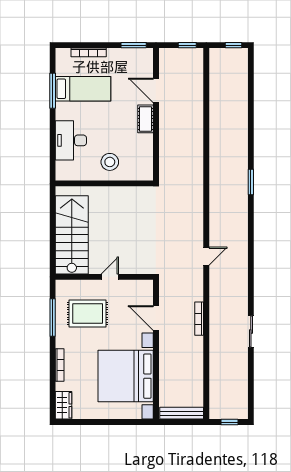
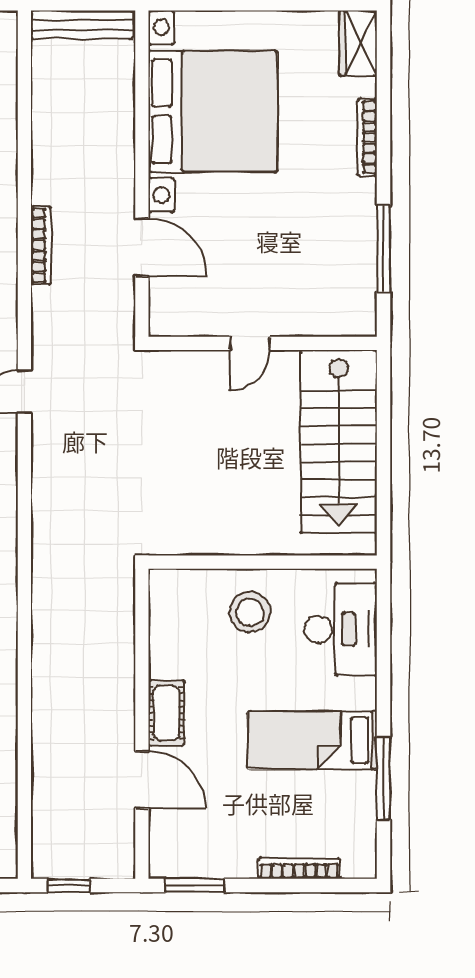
bed: (83, 89) -> (312, 740), moved
desk: (71, 140) -> (341, 629), moved
rug: (88, 314) -> (302, 258), removed

